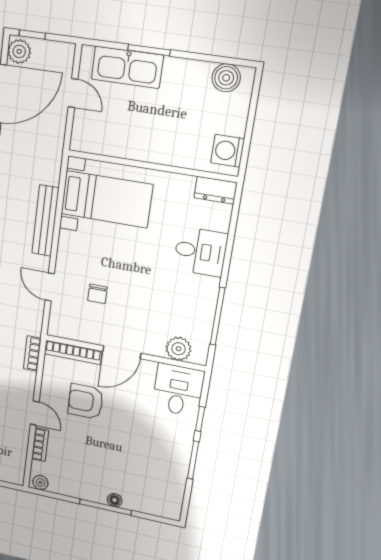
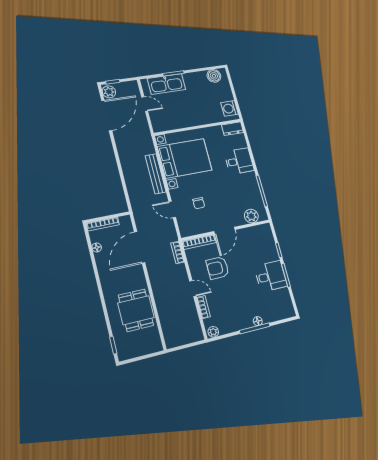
bed with nightstands: (107, 199) -> (185, 158), width x1.36
desk: (178, 390) -> (271, 276), moved, turned 90

